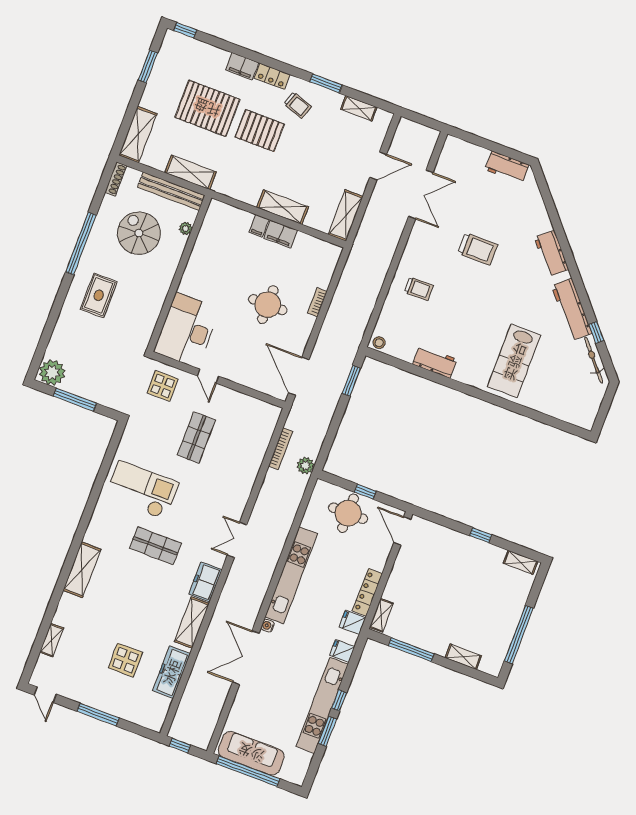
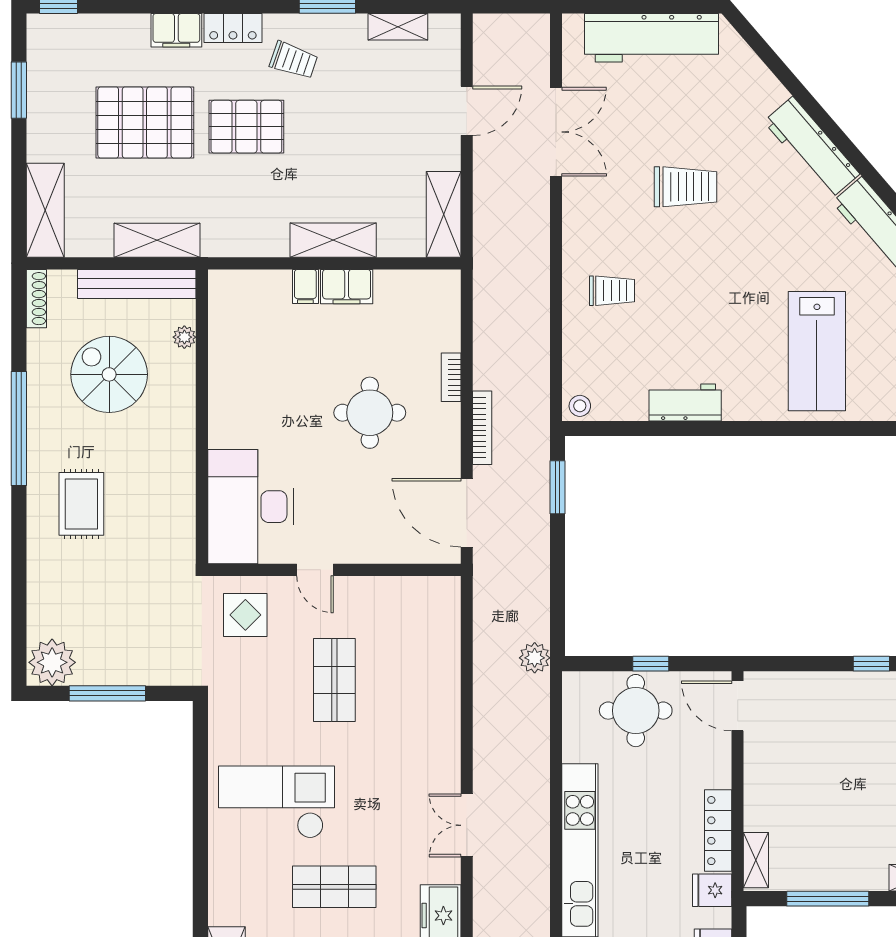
workbench: (507, 167) -> (652, 38), width x1.88, depth x1.32
workbench: (551, 253) -> (812, 148), width x1.38
bookcase: (281, 449) -> (482, 428), moved

